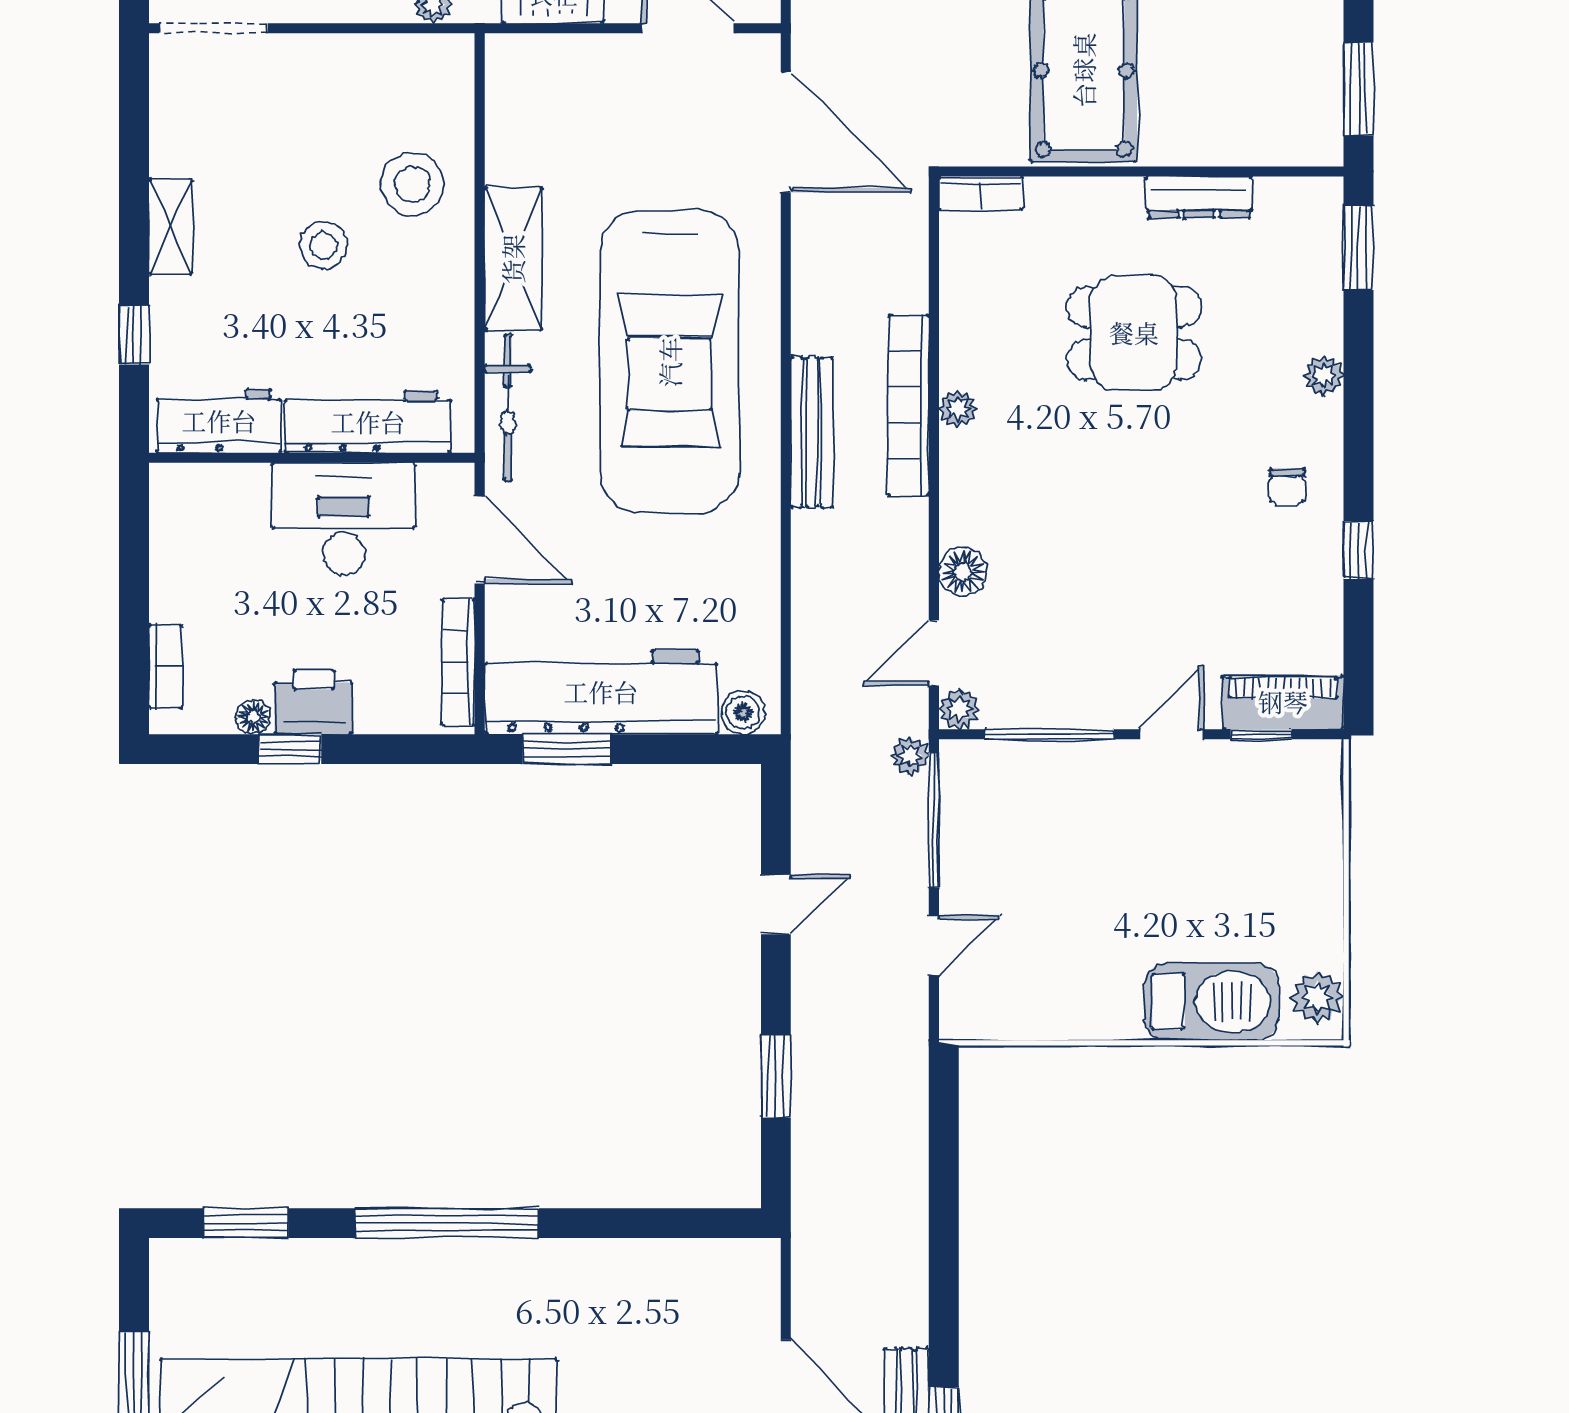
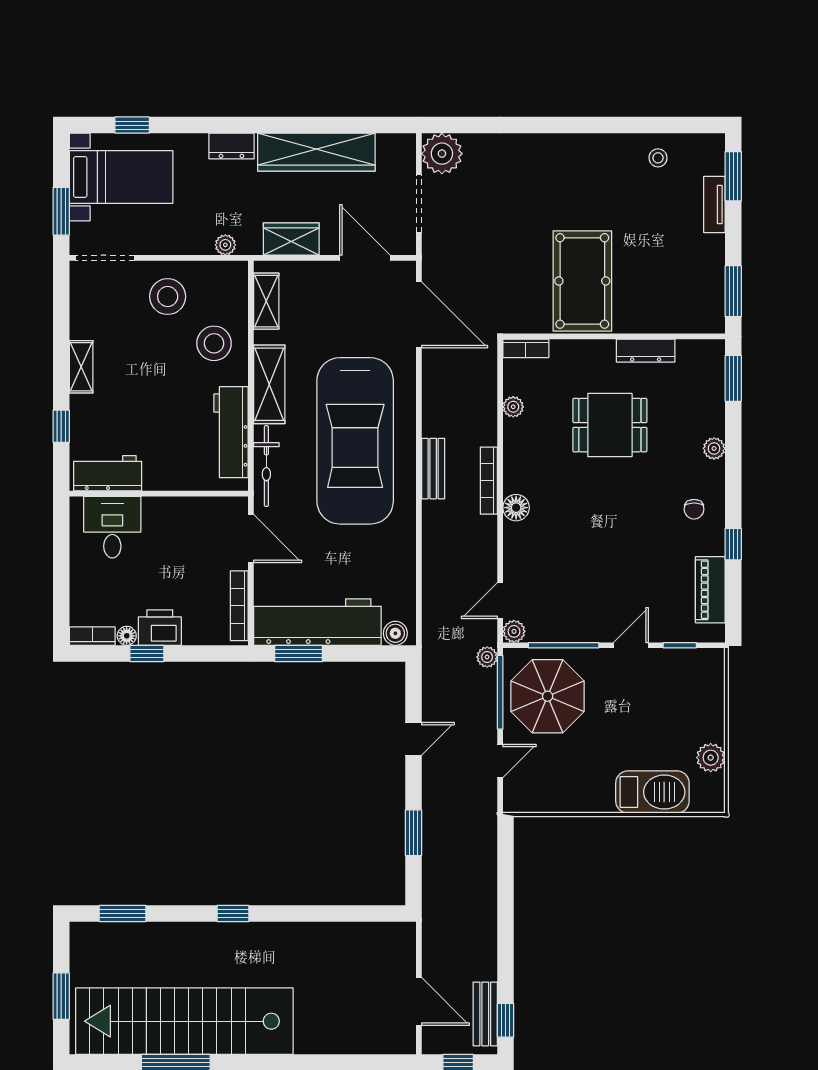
shelving: (508, 107) -> (266, 301), added
stool: (323, 245) -> (168, 297), moved, width x1.38, depth x1.38
bookcase: (908, 405) -> (489, 481), width x0.68, depth x0.76
plant: (958, 408) -> (513, 407), moved
workbench: (368, 422) -> (231, 432), moved, turned -90
bench: (812, 432) -> (433, 469), width x0.73
desk: (344, 519) -> (112, 527), moved, width x0.73
floor lamp: (963, 572) -> (516, 508), moved
bookcase: (166, 666) -> (92, 636), moved, turned -90
piano: (1283, 702) -> (710, 590), moved, turned -90
parasol: (1020, 827) -> (548, 696), added
plant: (1317, 997) -> (711, 758), moved
window: (447, 1223) -> (233, 913), width x0.32

